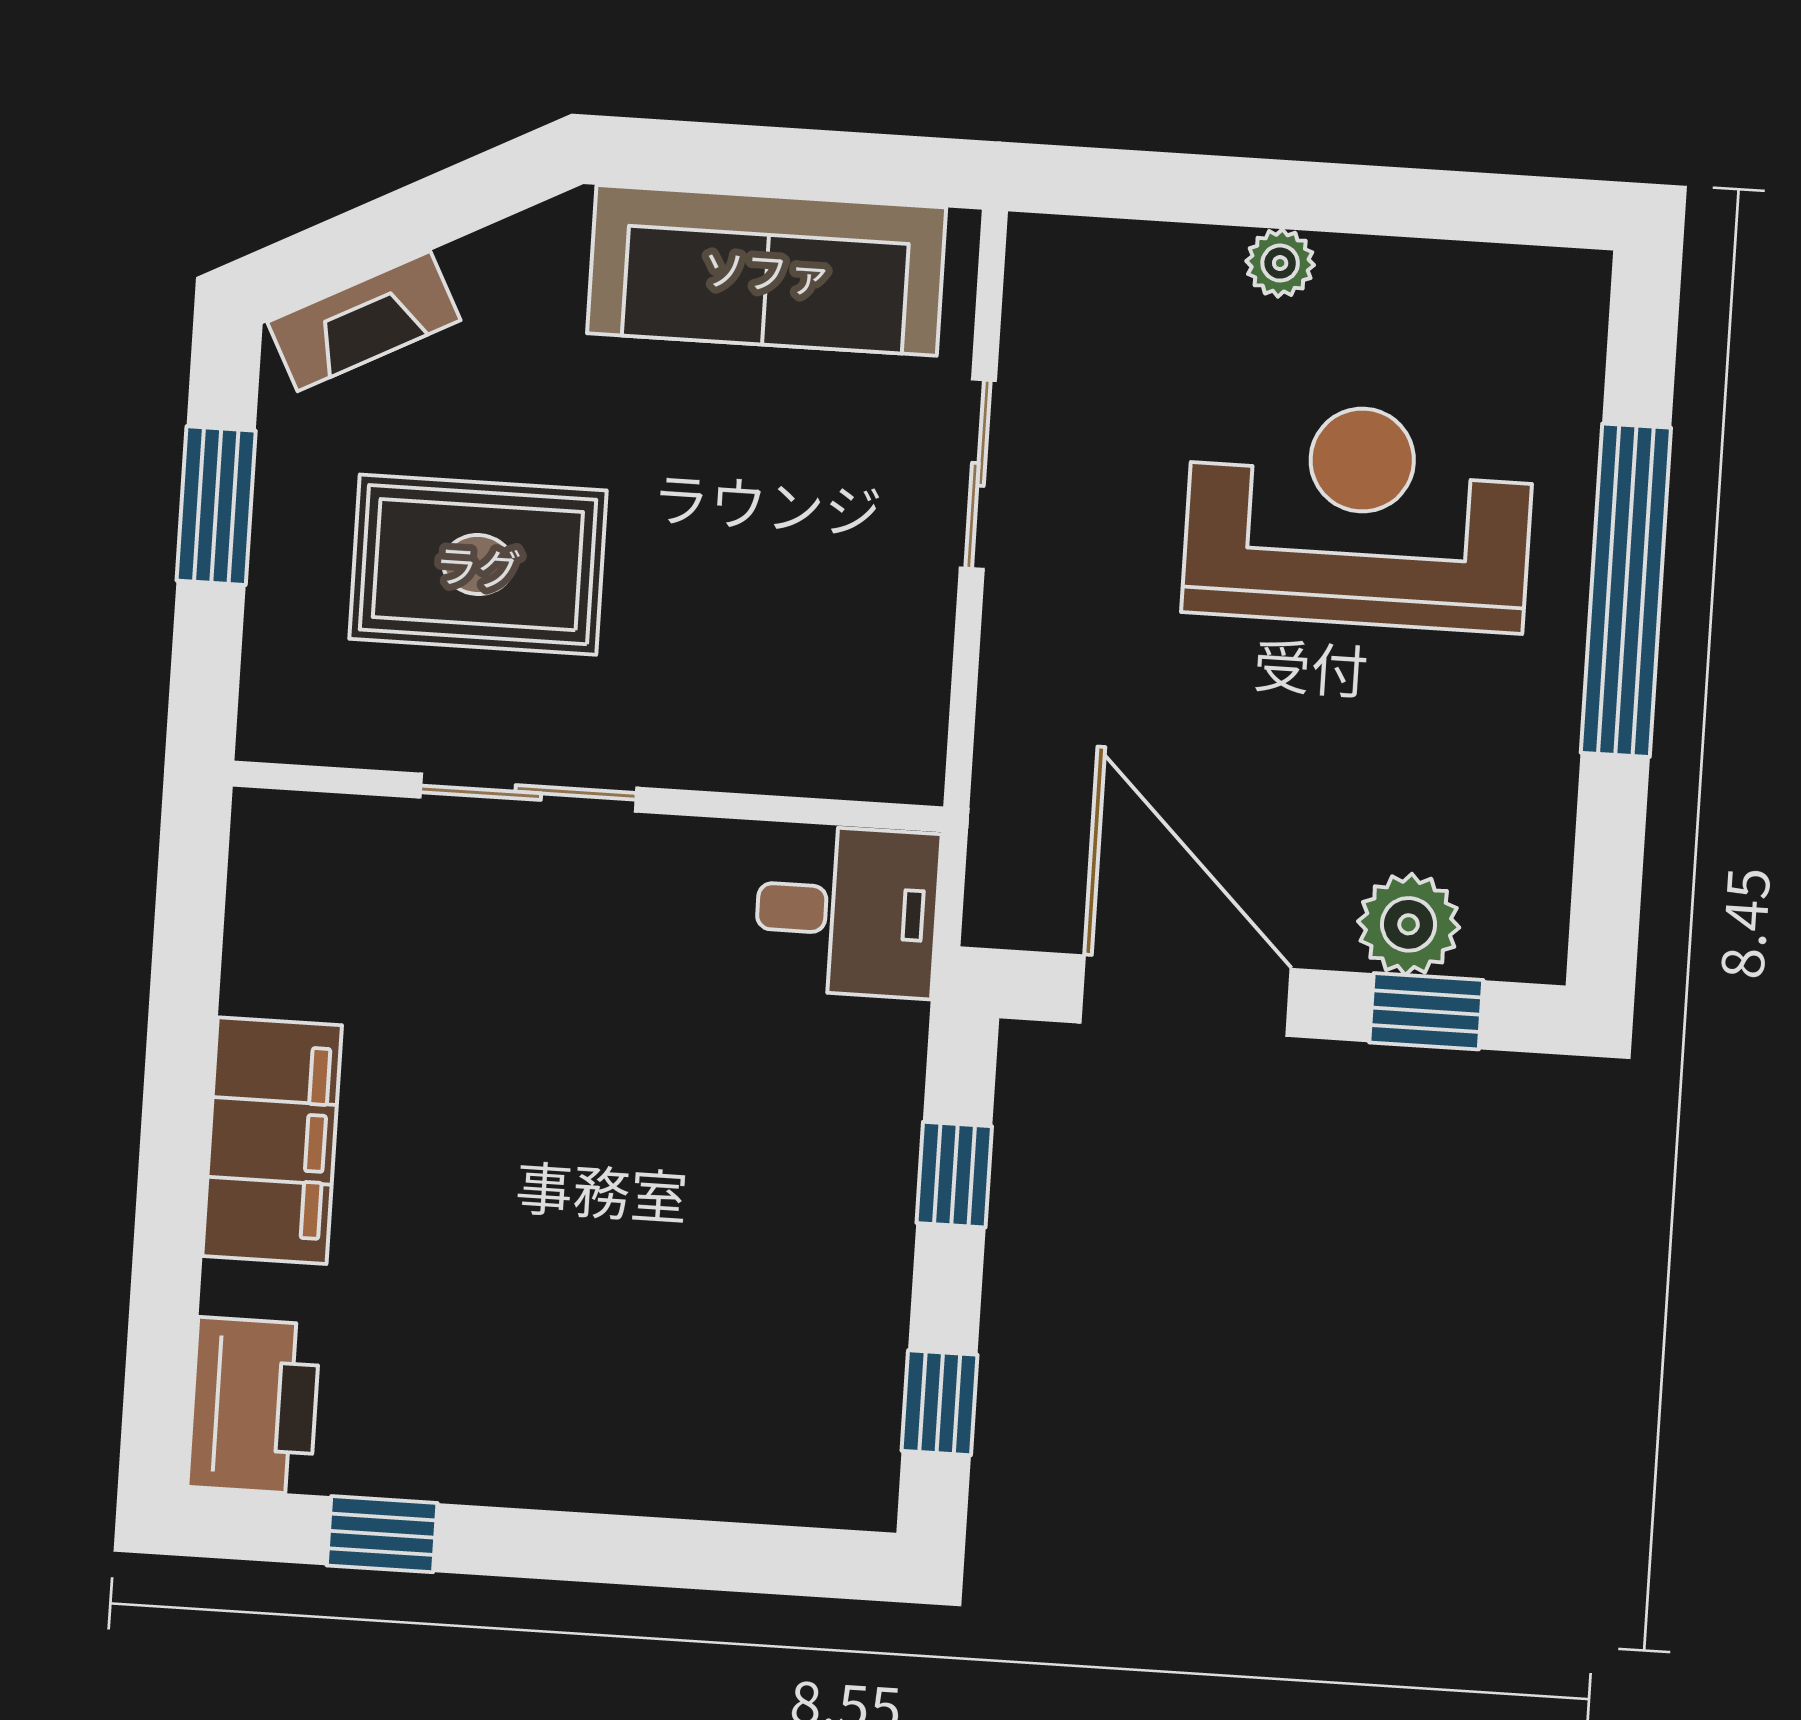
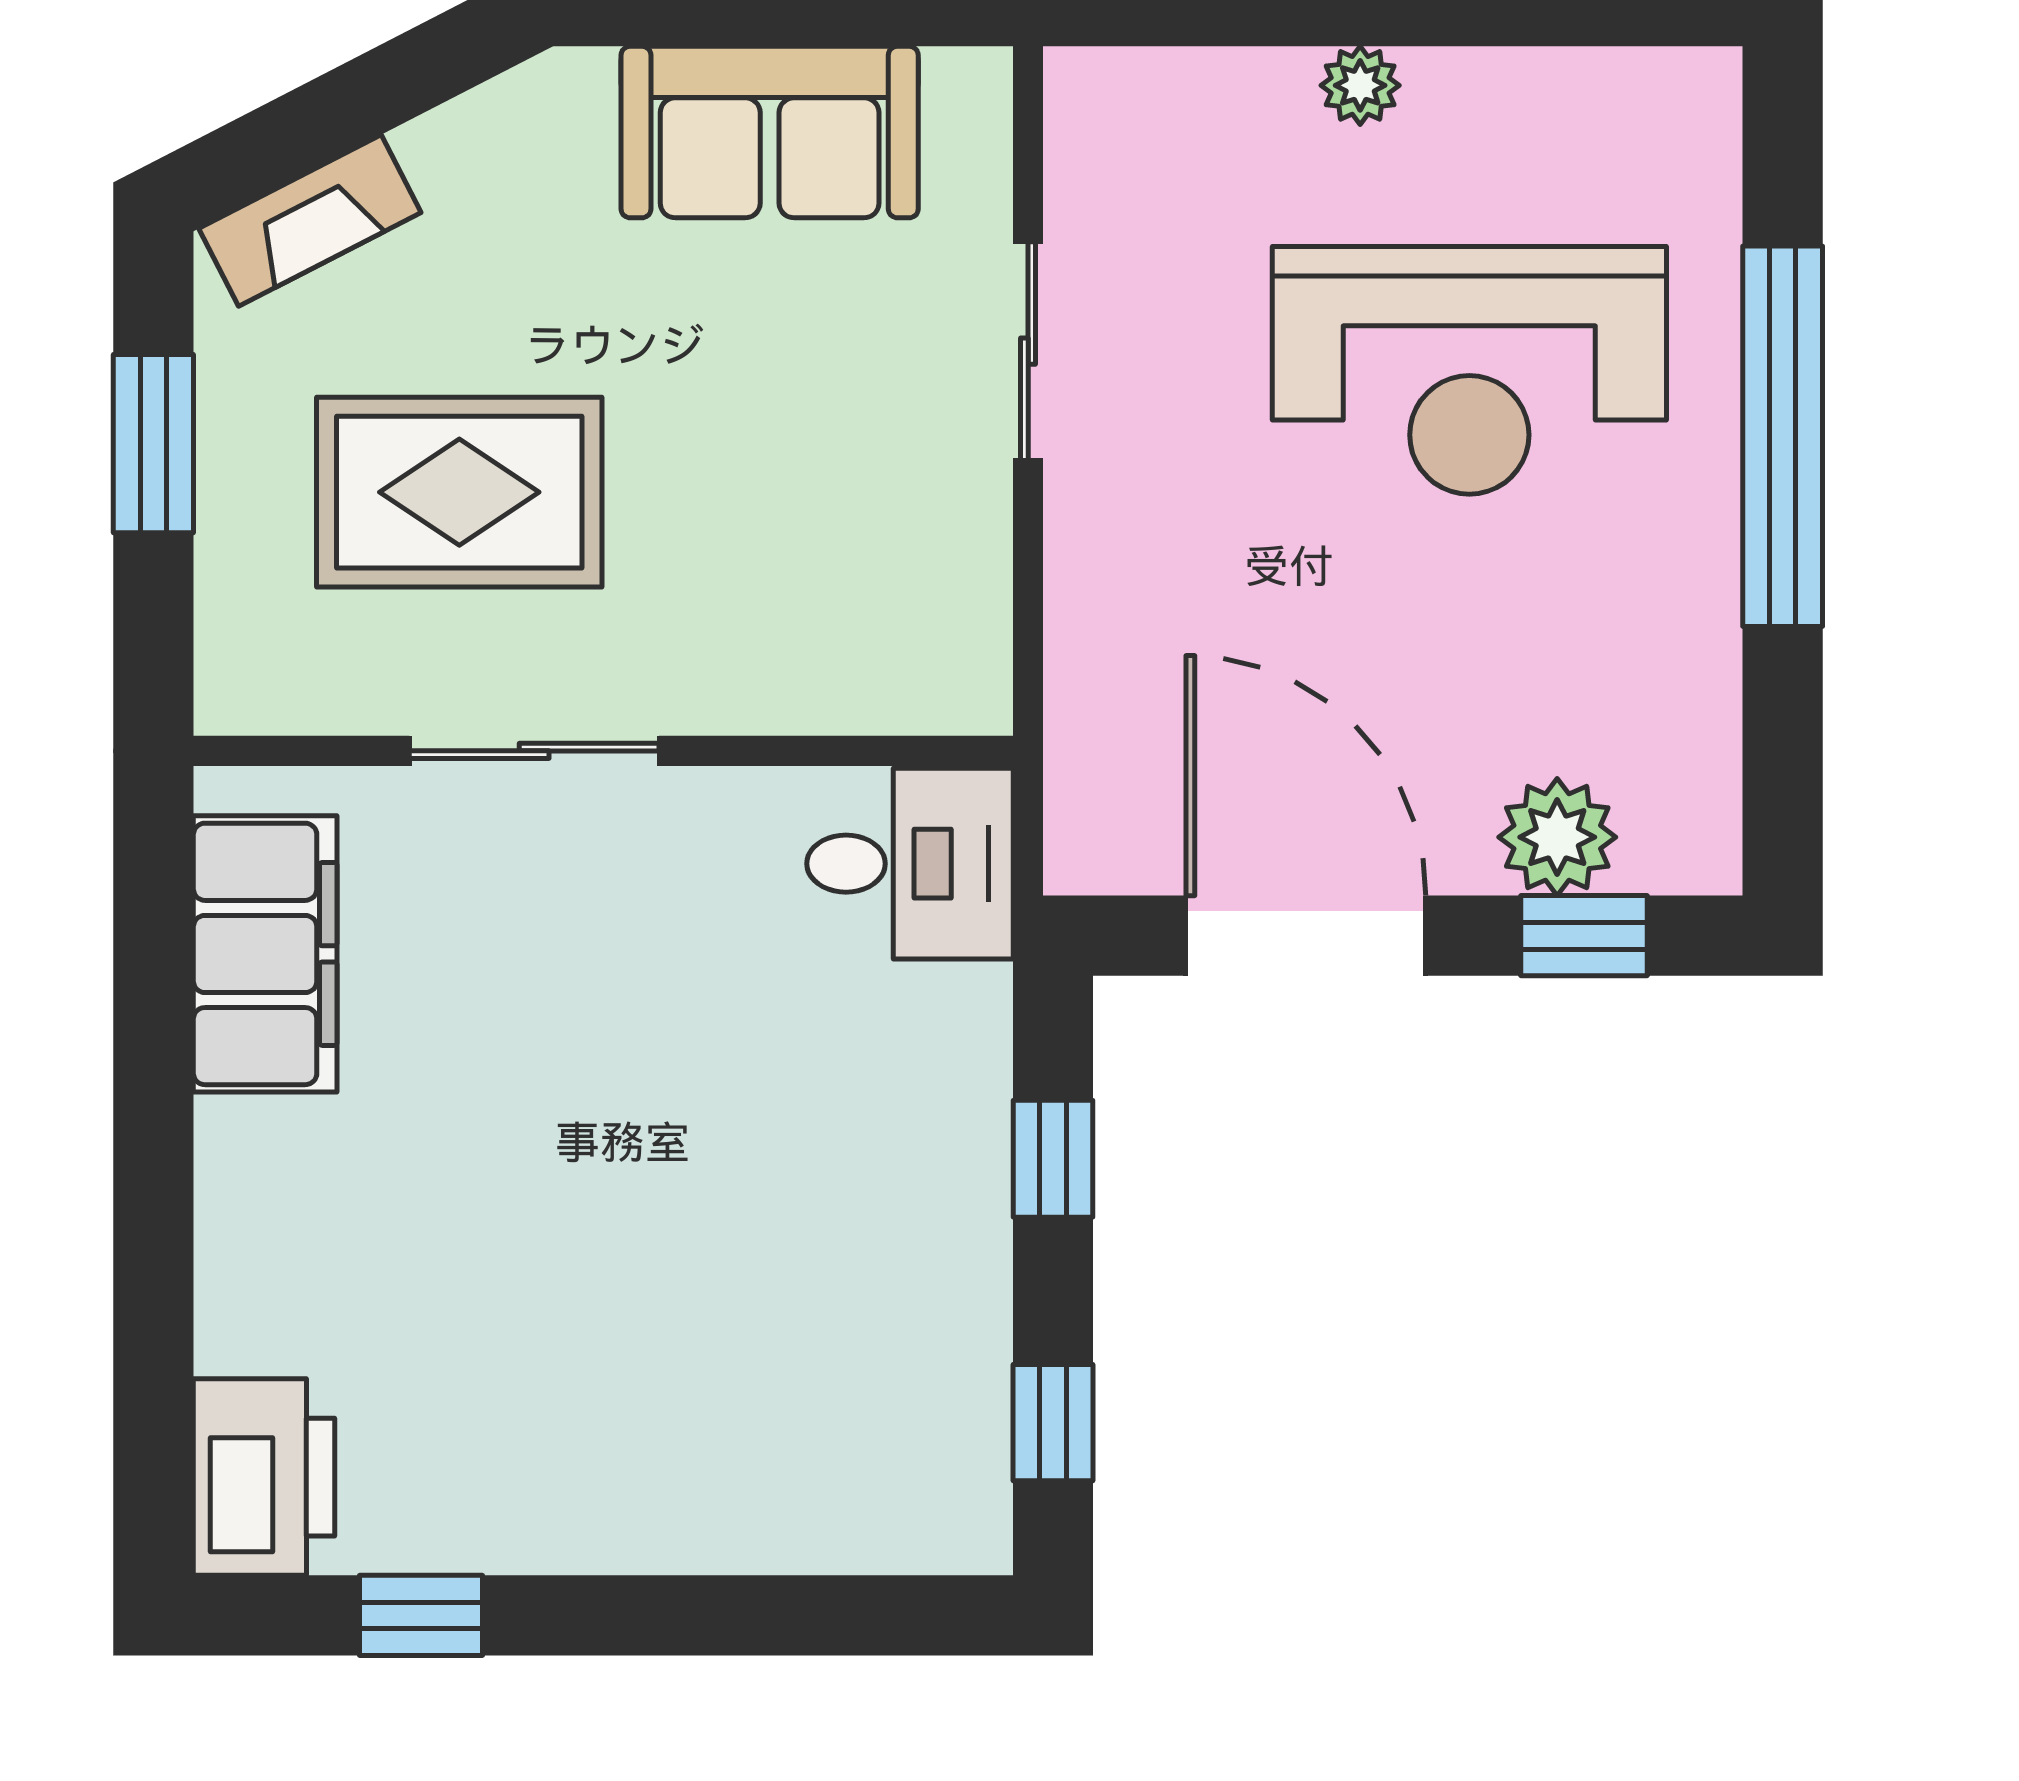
sofa: (767, 270) -> (770, 132), width x0.73
reception desk: (1359, 516) -> (1469, 370), turned 180
filing cabinet: (272, 1141) -> (265, 954), moved

